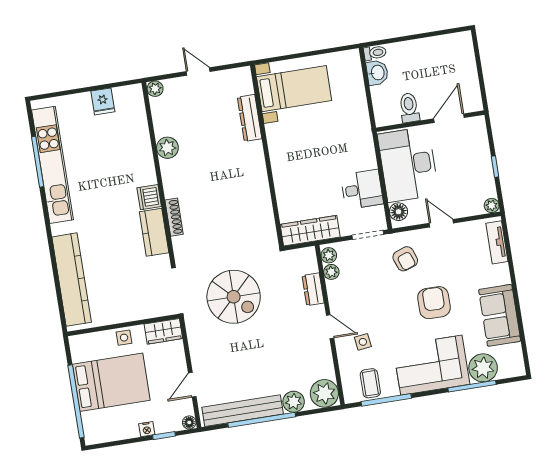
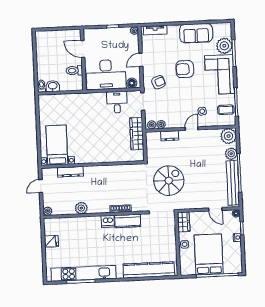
bed with nightstands: (294, 89) -> (57, 145), moved
dresser: (250, 118) -> (70, 172), moved
wall: (267, 156) -> (93, 165), moved

